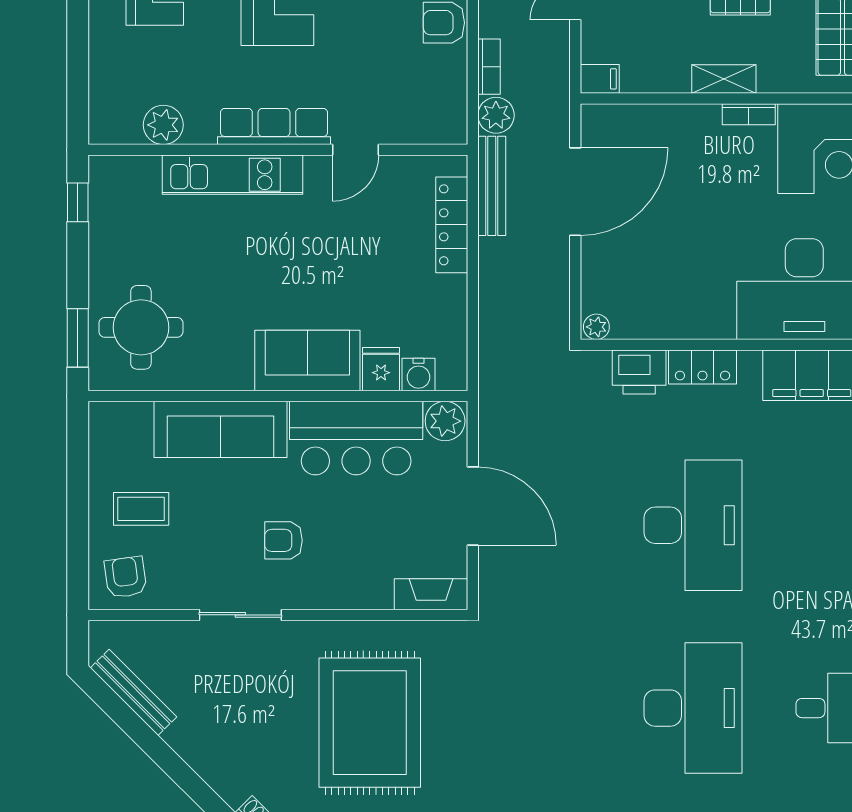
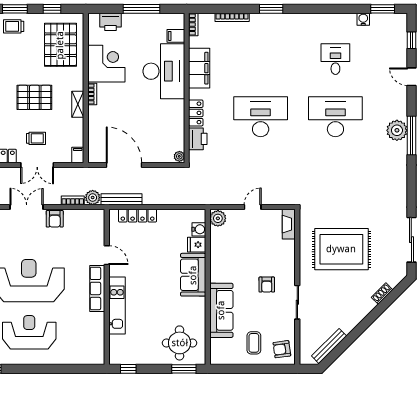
plant: (163, 125) -> (97, 334), removed
bar counter: (356, 438) -> (225, 255), removed
door: (473, 506) -> (253, 207), width x0.53

